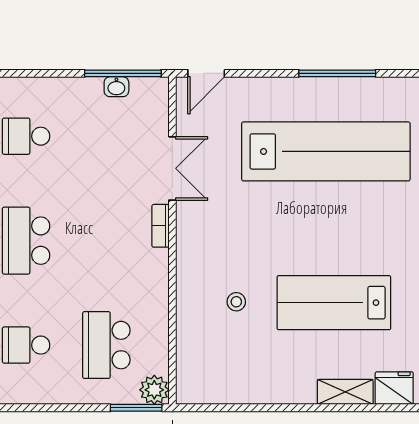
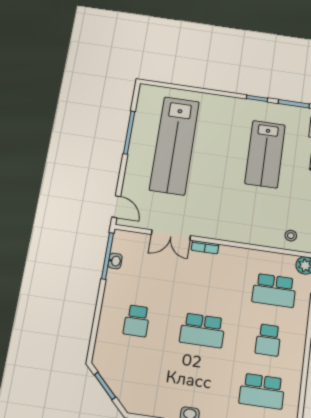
lab bench: (326, 151) -> (174, 145), turned 180
double door: (172, 168) -> (171, 235), swing flipped
stool: (236, 302) -> (291, 236), moved

